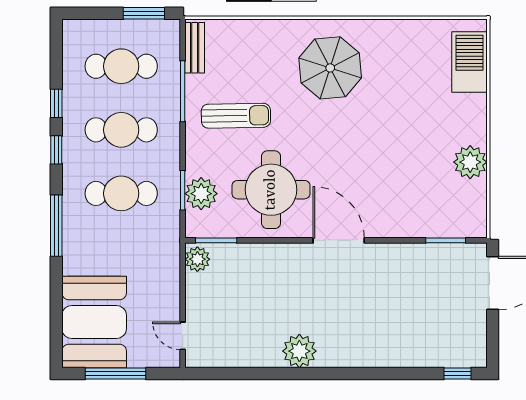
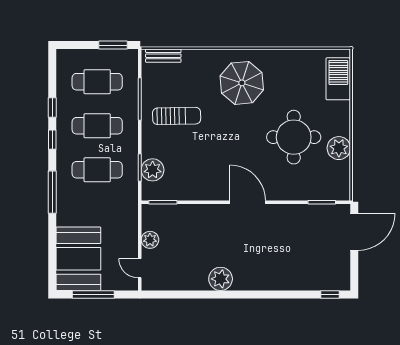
bench: (195, 48) -> (163, 56), moved, turned 90
round table: (271, 190) -> (294, 137), moved
plant: (197, 259) -> (150, 240), moved

